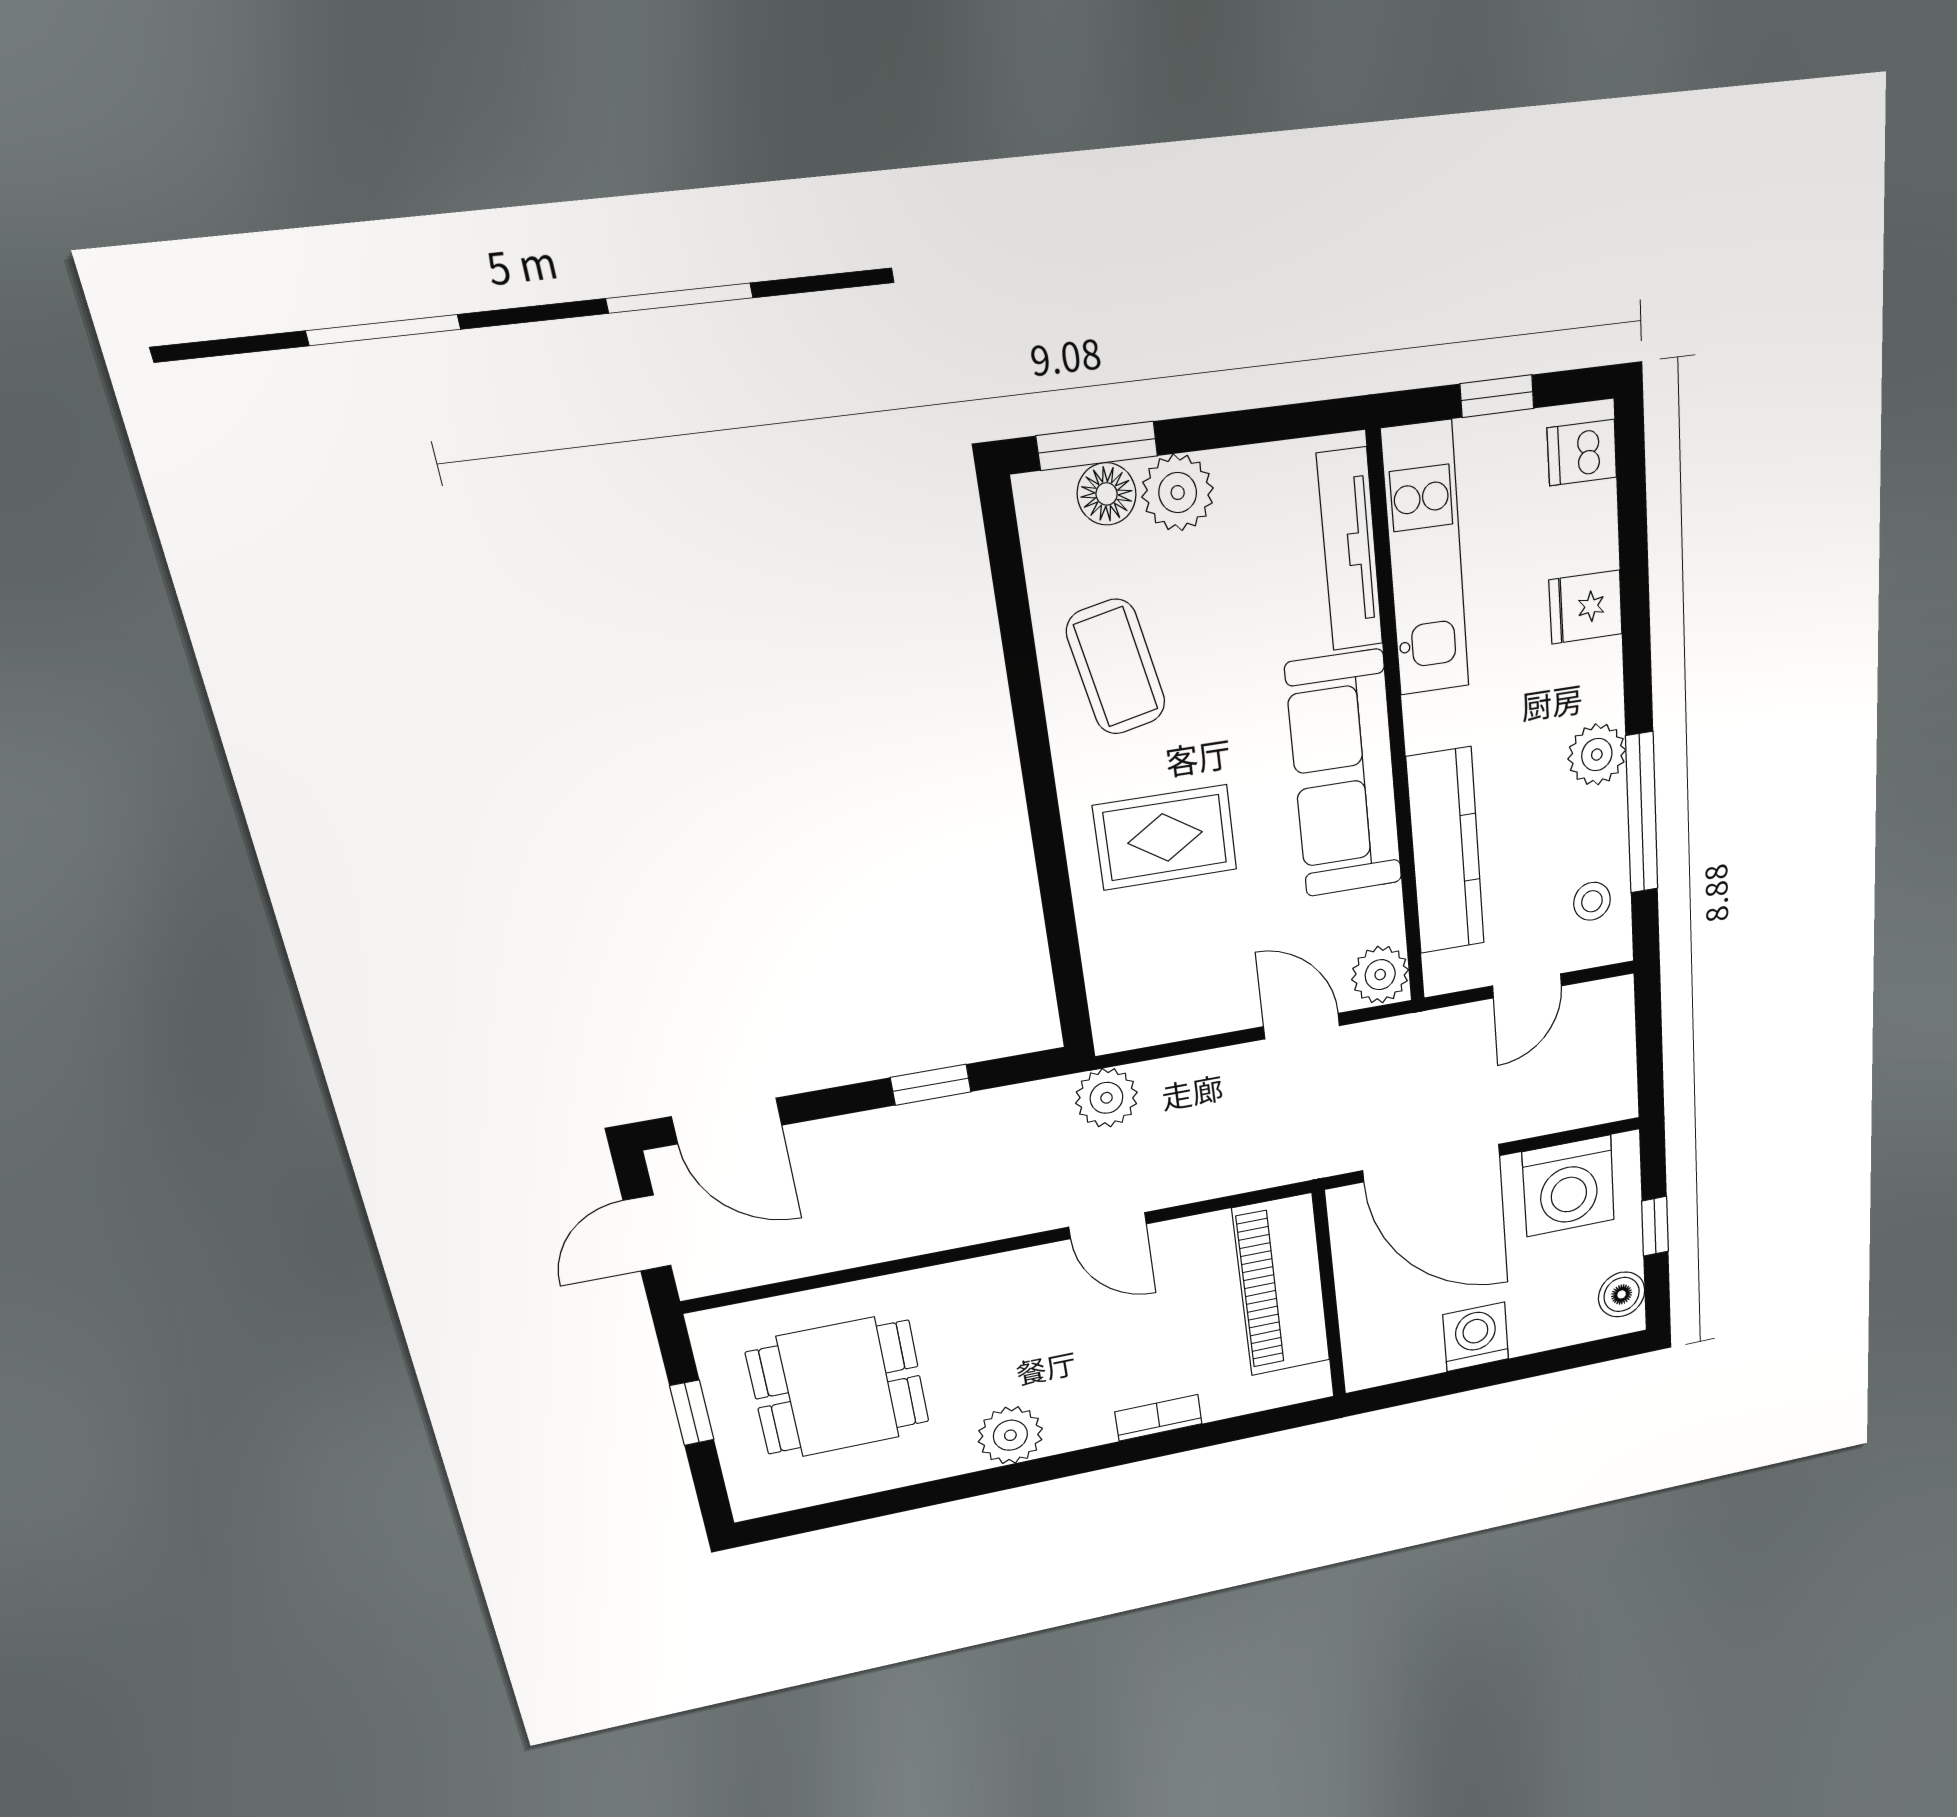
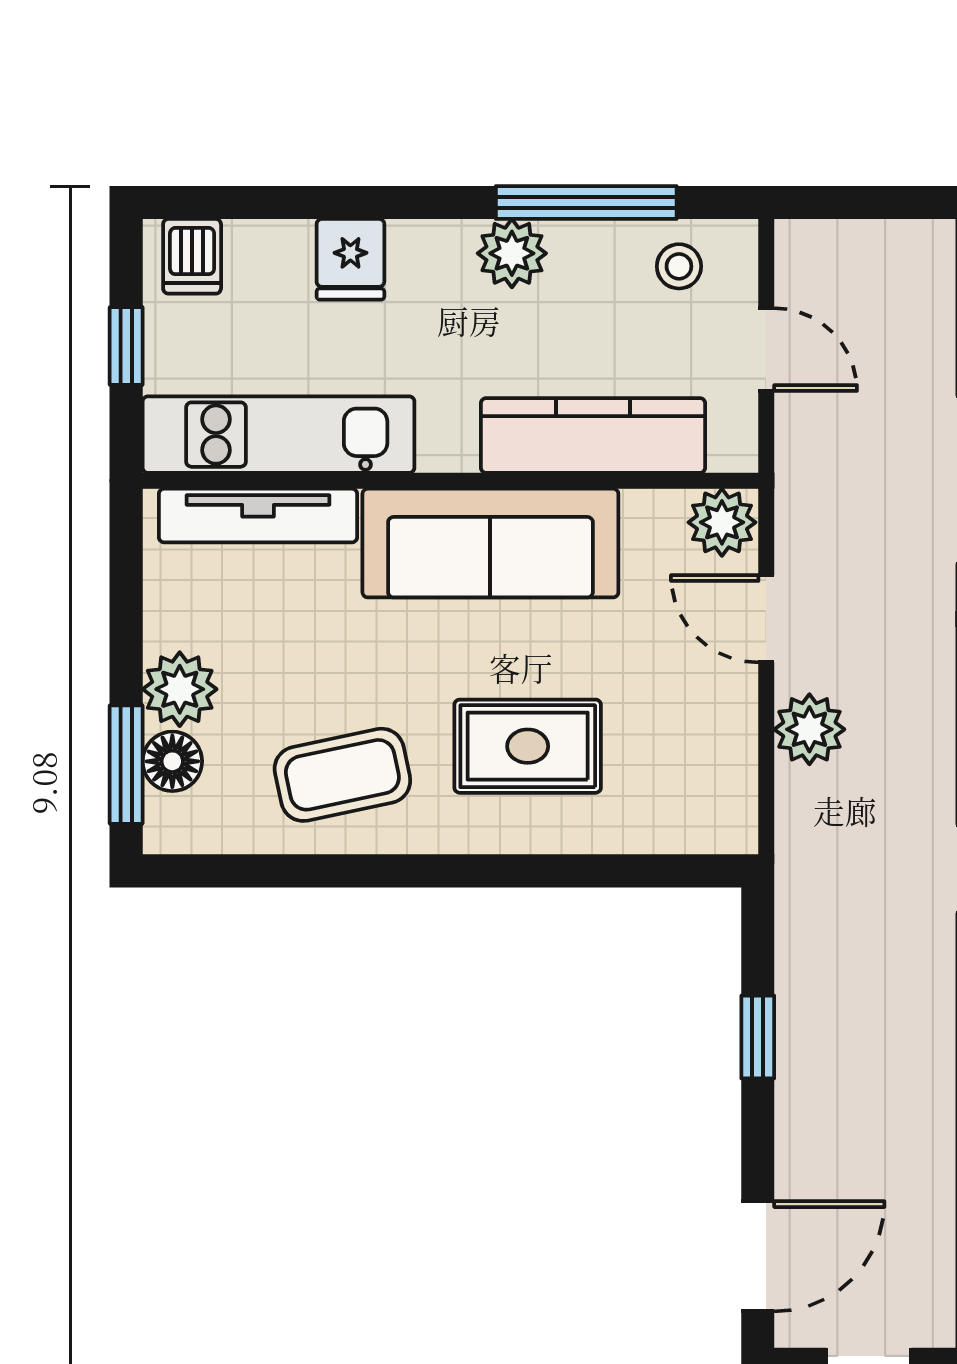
rug: (1165, 838) -> (528, 746), turned 90
door: (1302, 1026) -> (766, 619), hinge flipped
plant: (1107, 1098) -> (809, 729), moved

